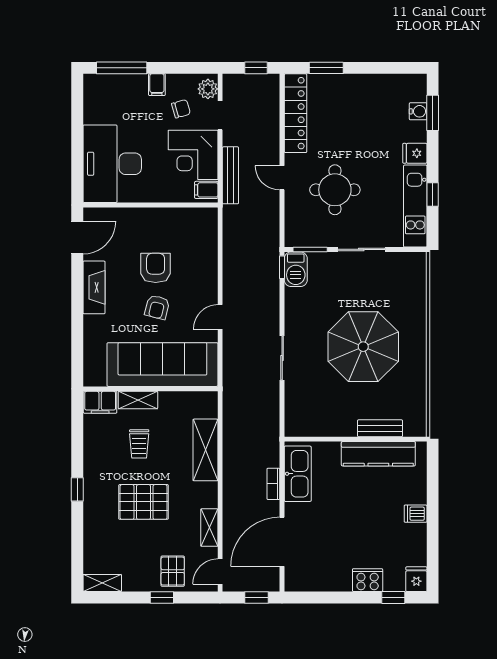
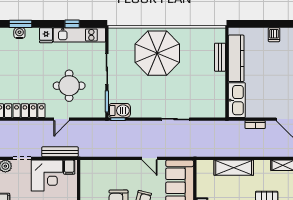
chair: (181, 109) -> (18, 183), removed
parasol: (363, 347) -> (157, 53), moved
kitchen sink: (298, 474) -> (237, 100), moved, turned 90

